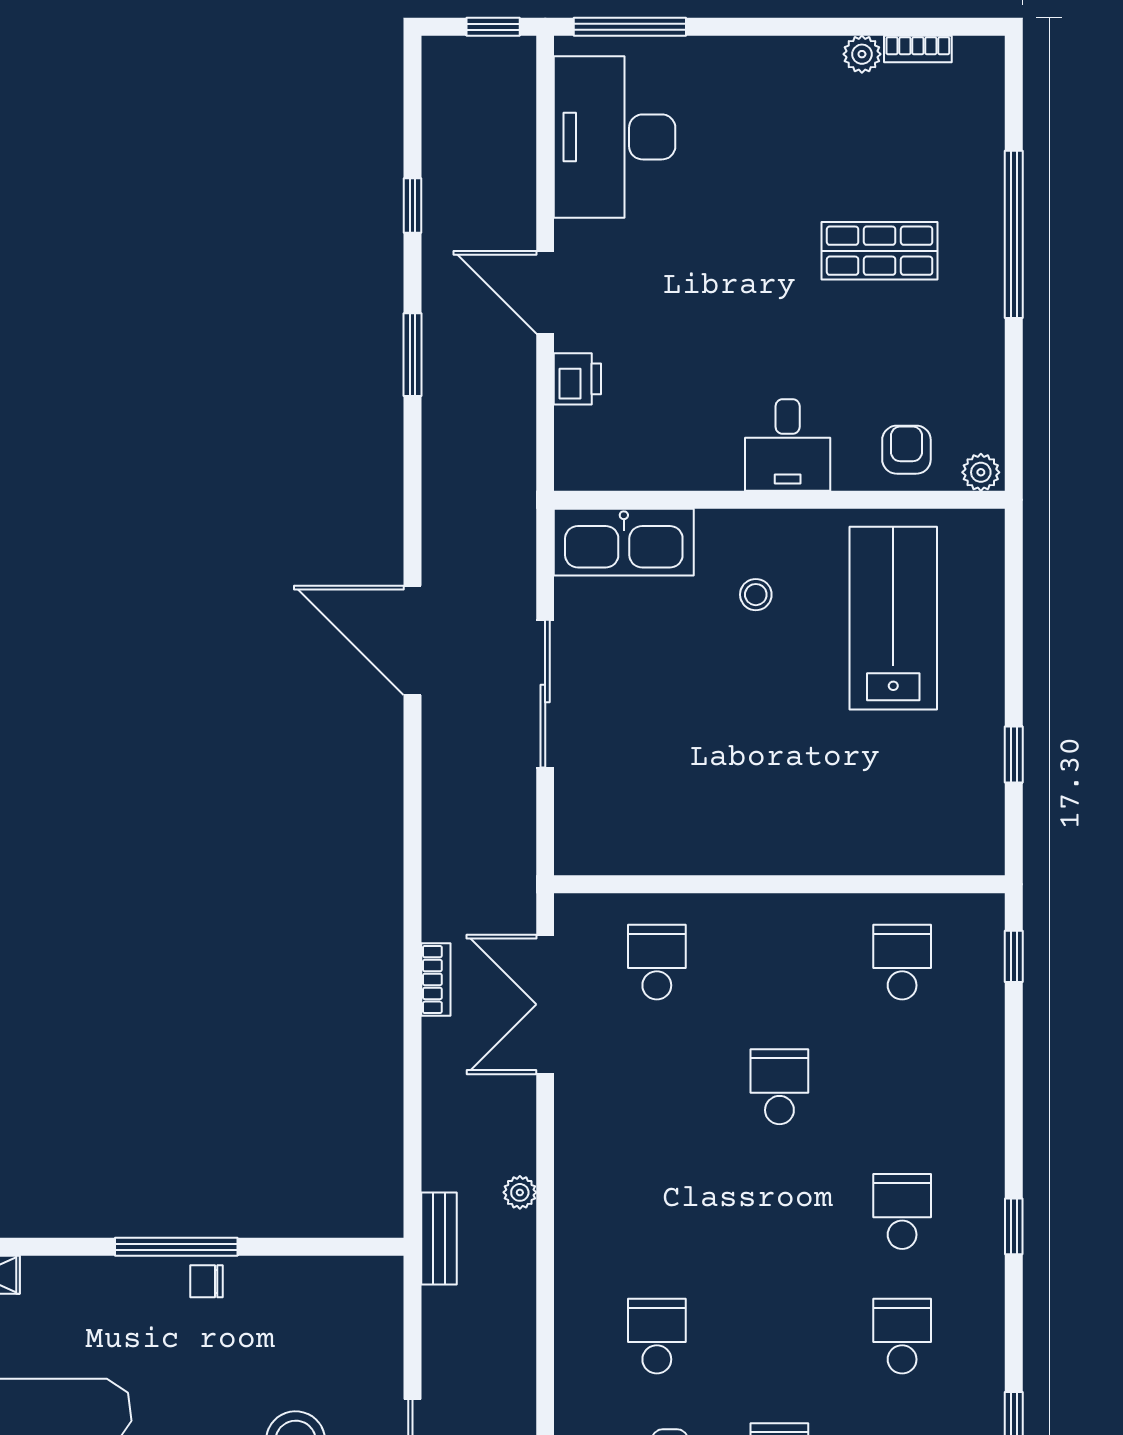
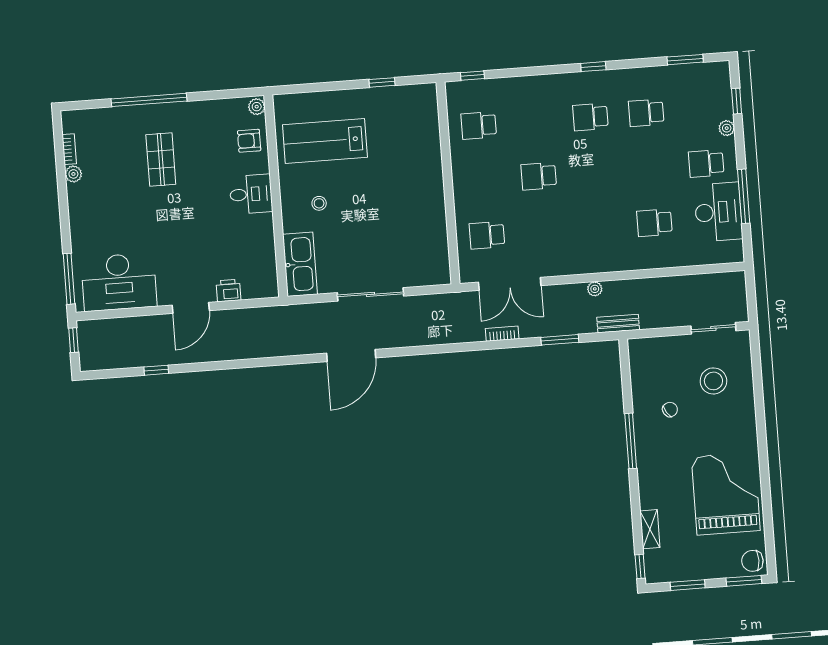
window: (413, 355) -> (560, 340), moved
chair: (206, 1281) -> (670, 409), moved, turned -123

